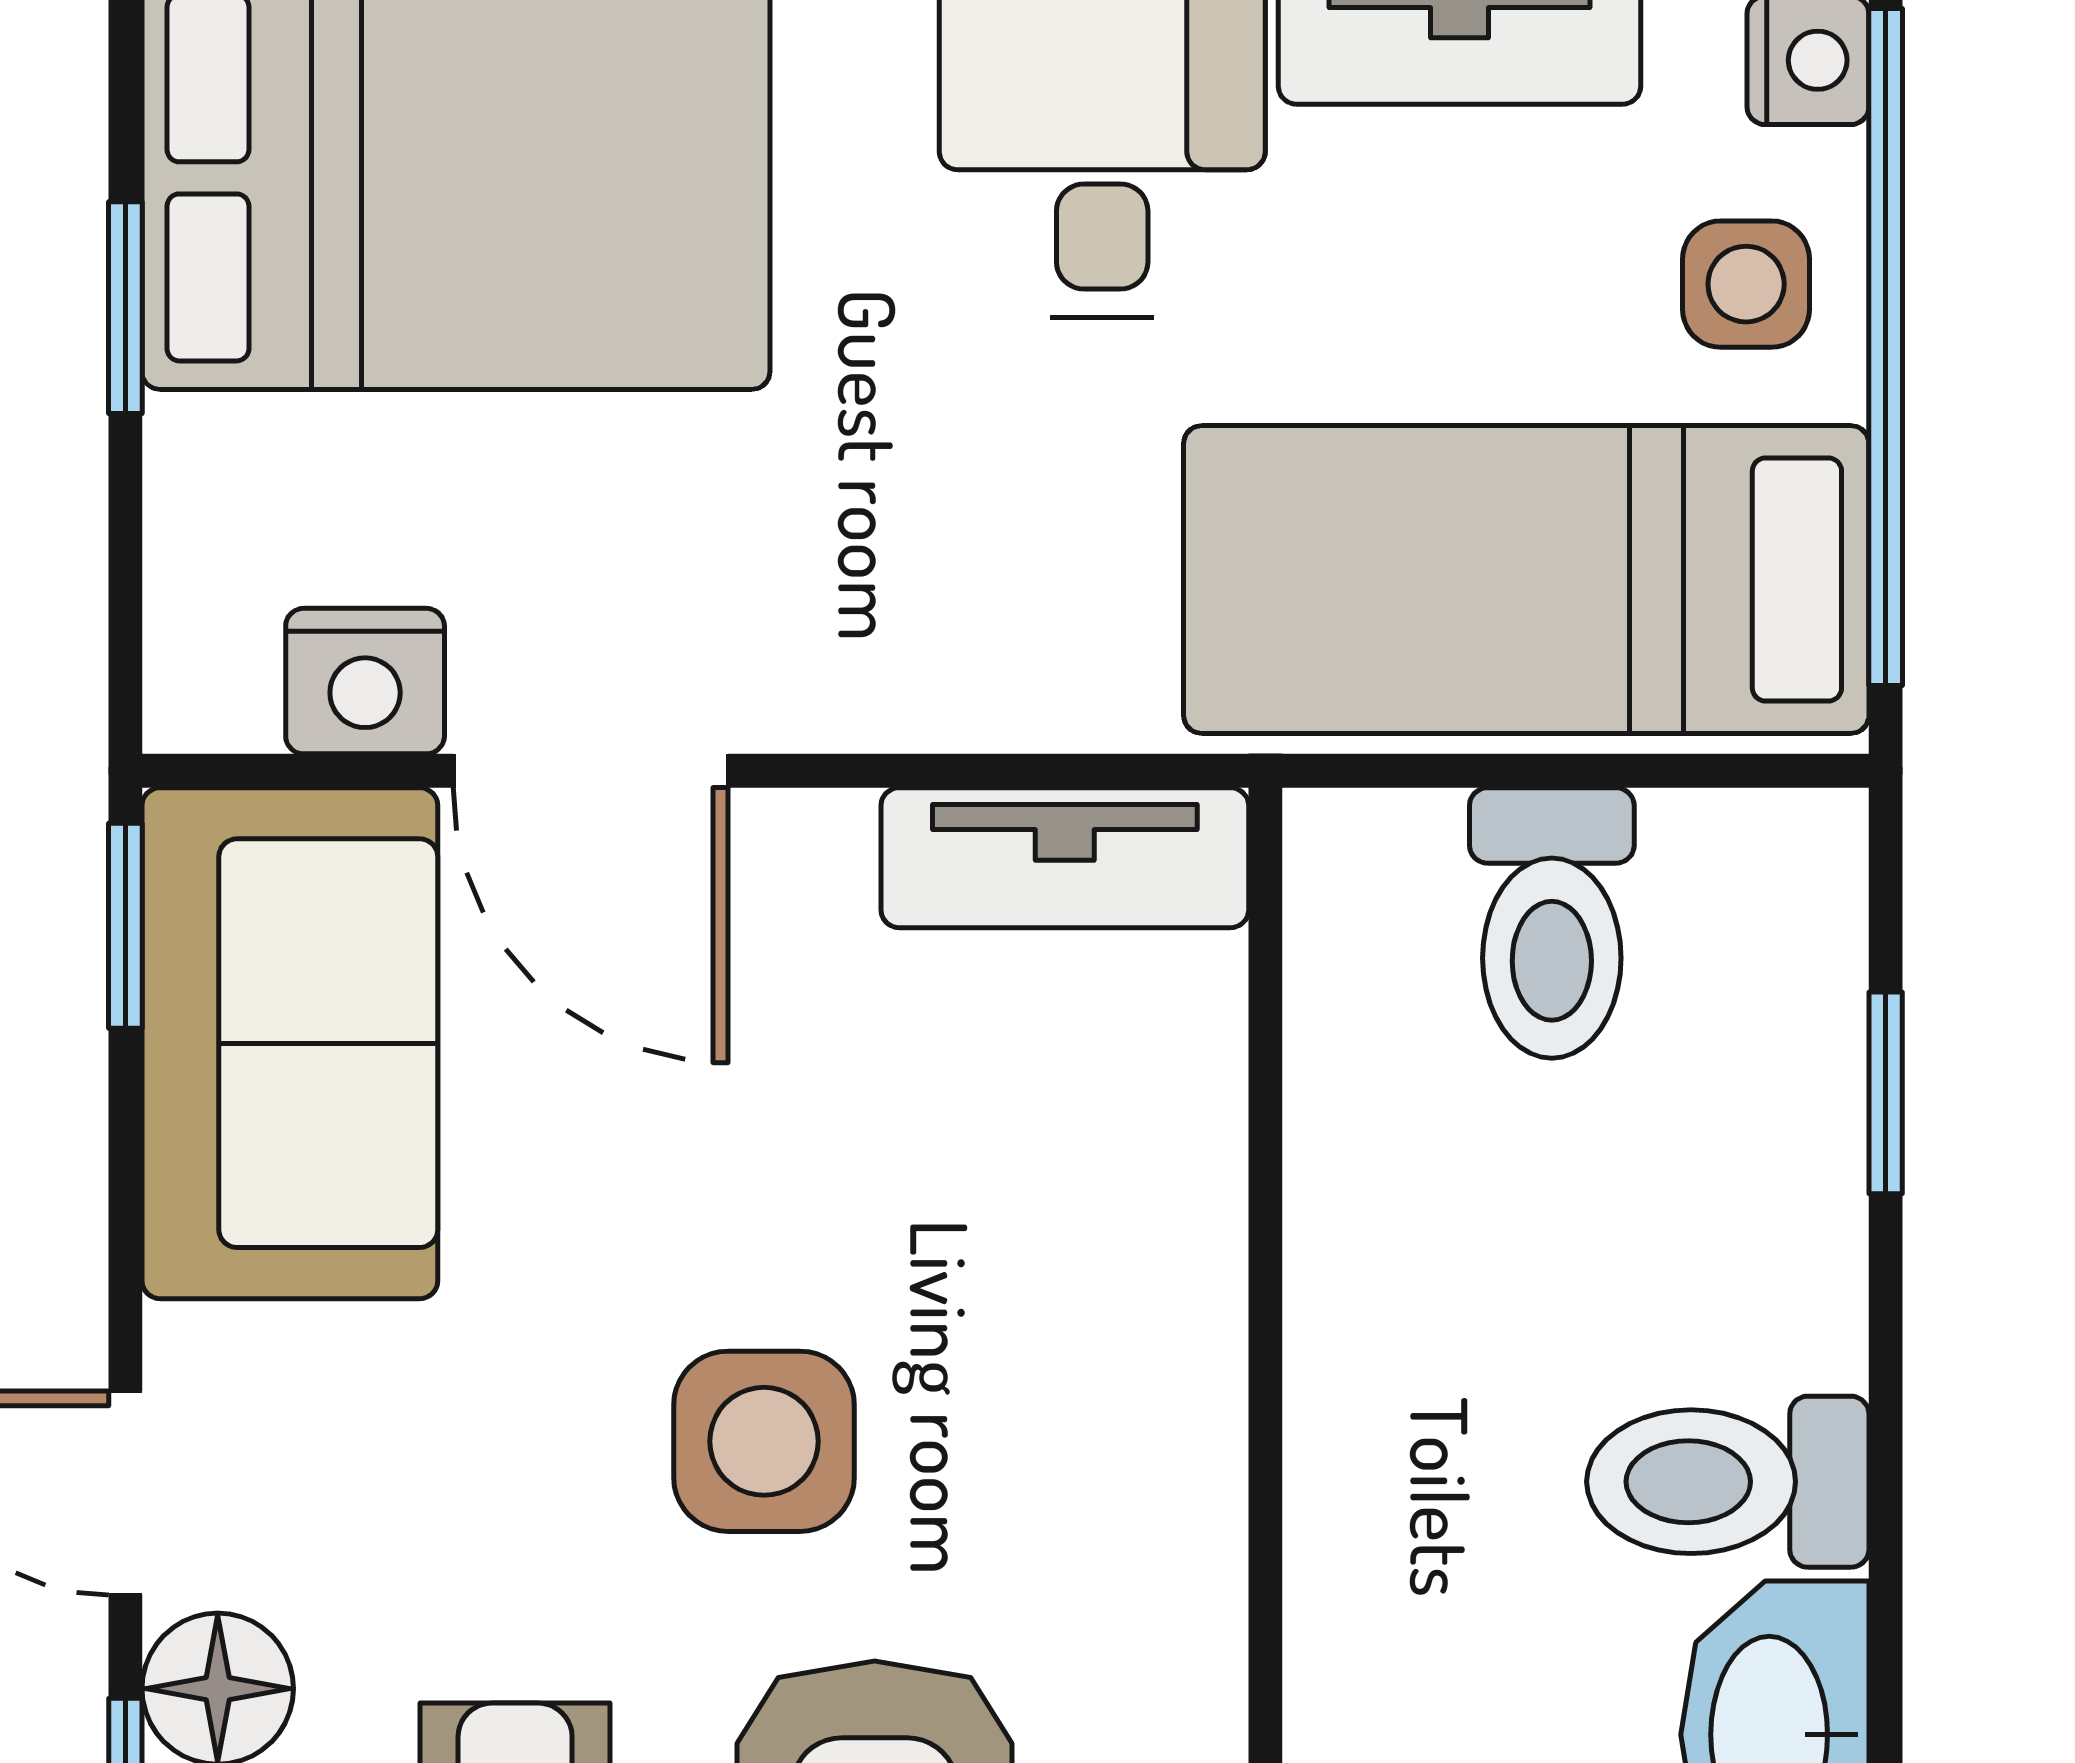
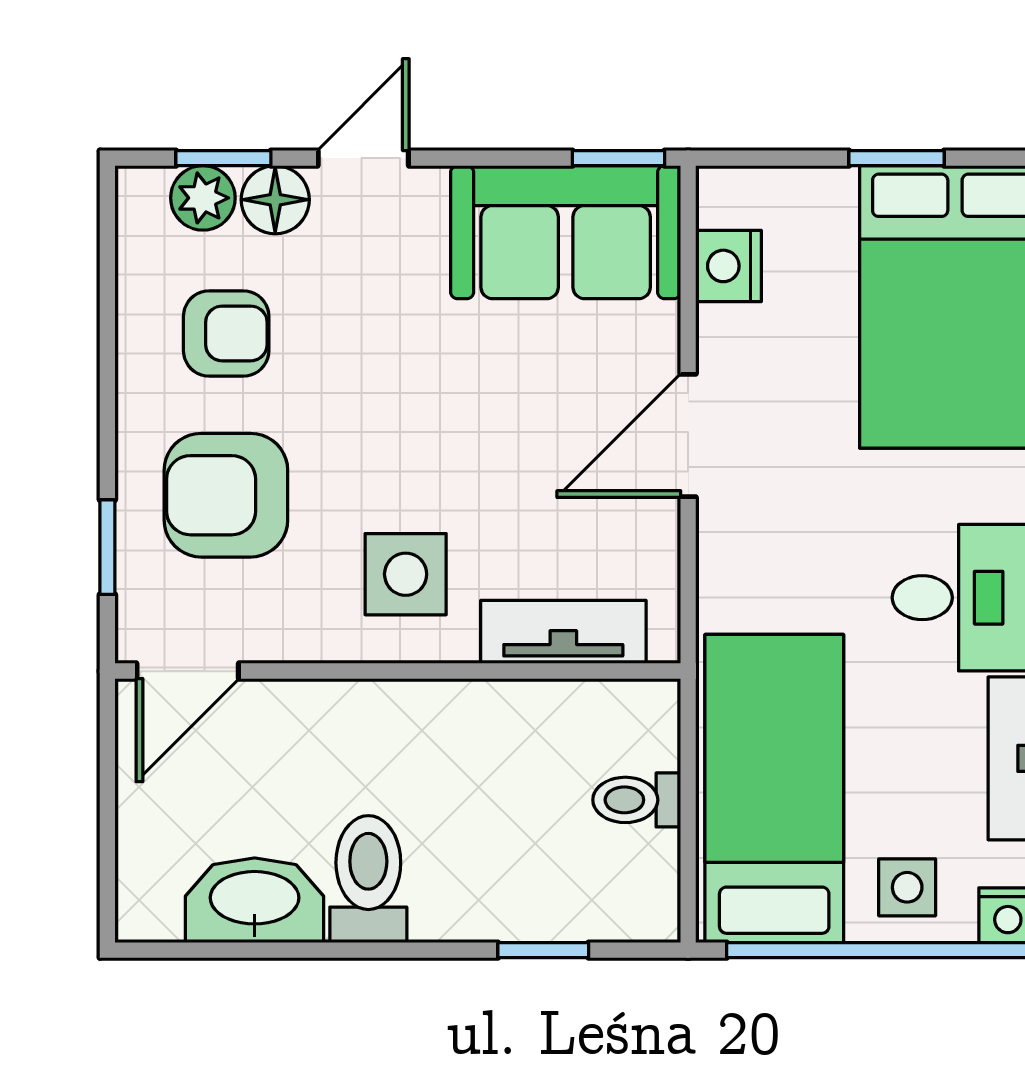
door: (591, 771) -> (688, 436), moved
tv unit: (1065, 858) -> (563, 632), moved, turned 90
toilet: (1552, 923) -> (637, 800), width x0.73, depth x0.72
side table: (764, 1441) -> (406, 574), moved

